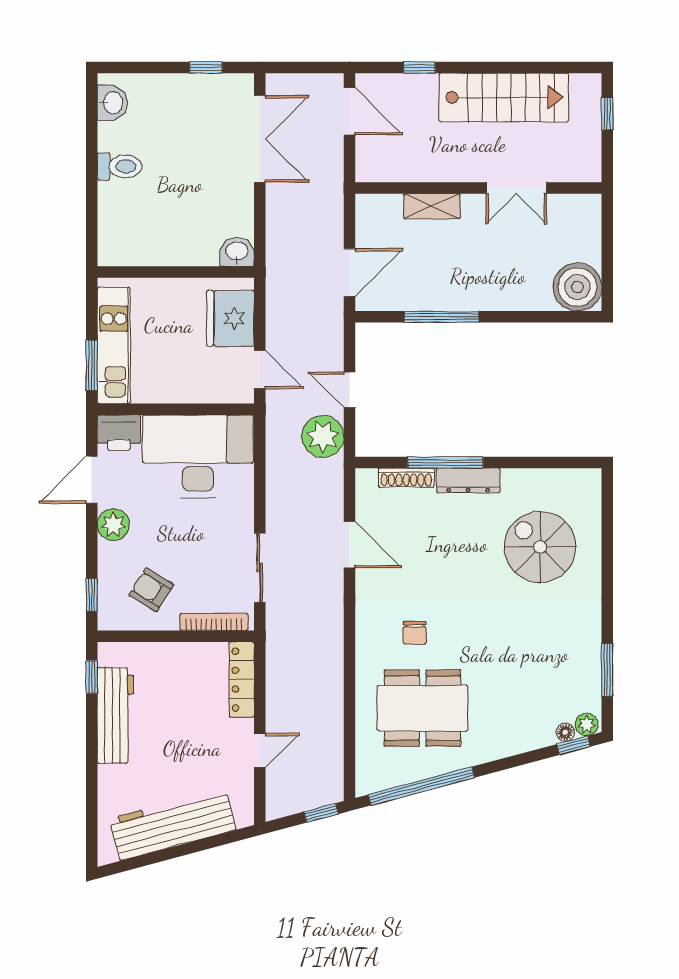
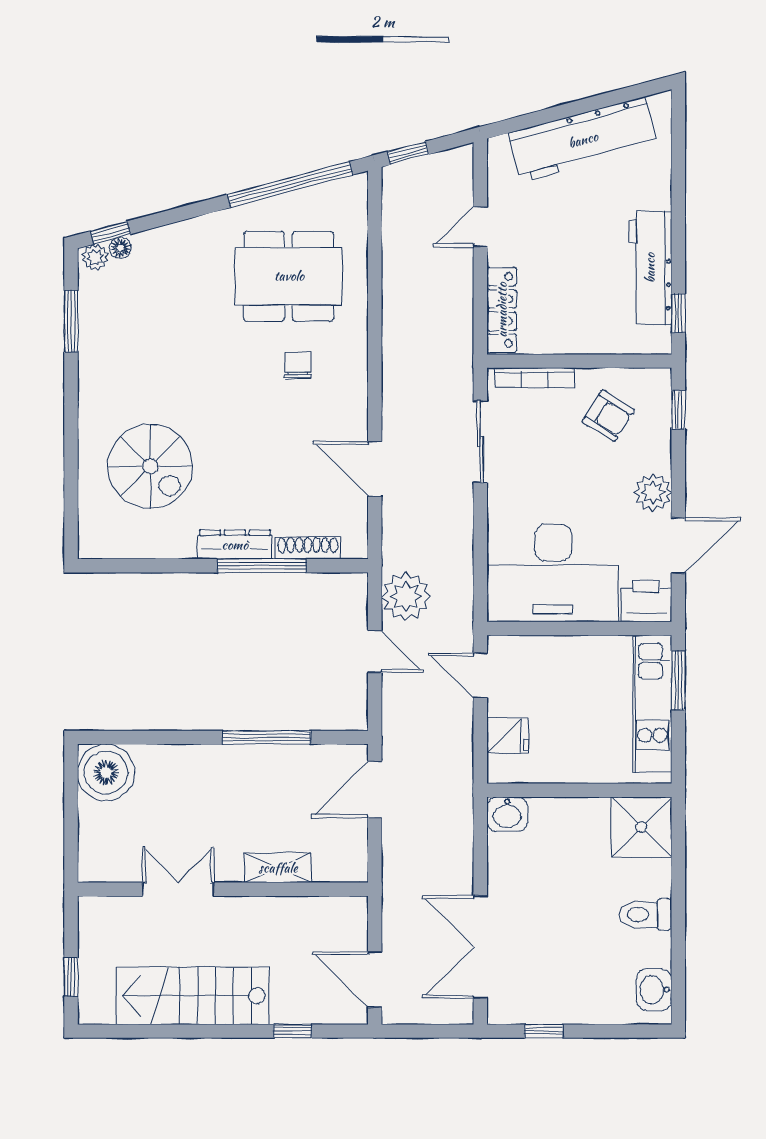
shower: (123, 241) -> (641, 827), added
fridge: (230, 318) -> (508, 736), width x0.53, depth x0.75

